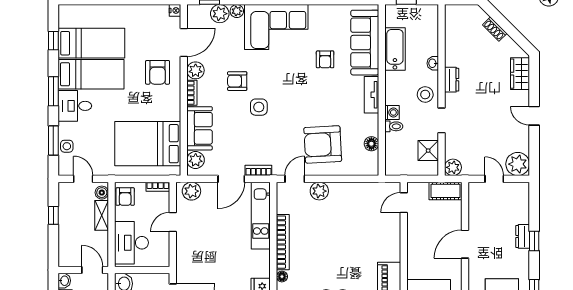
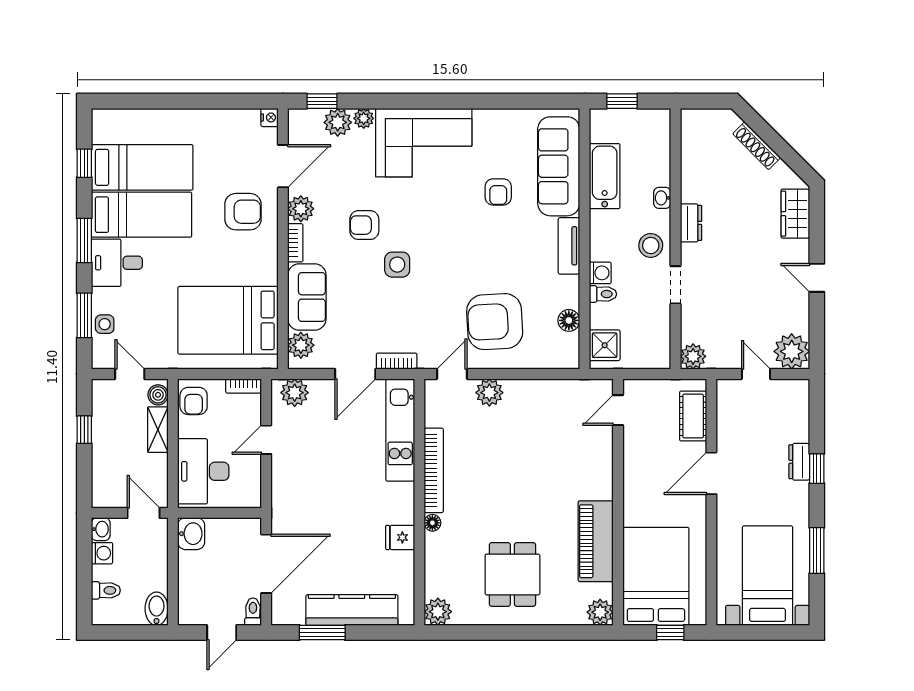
shoe rack: (495, 29) -> (757, 146), width x1.43
armchair: (158, 72) -> (243, 212), turned -90
shower: (428, 151) -> (605, 345), moved
cot: (446, 191) -> (693, 416), moved, turned 90

